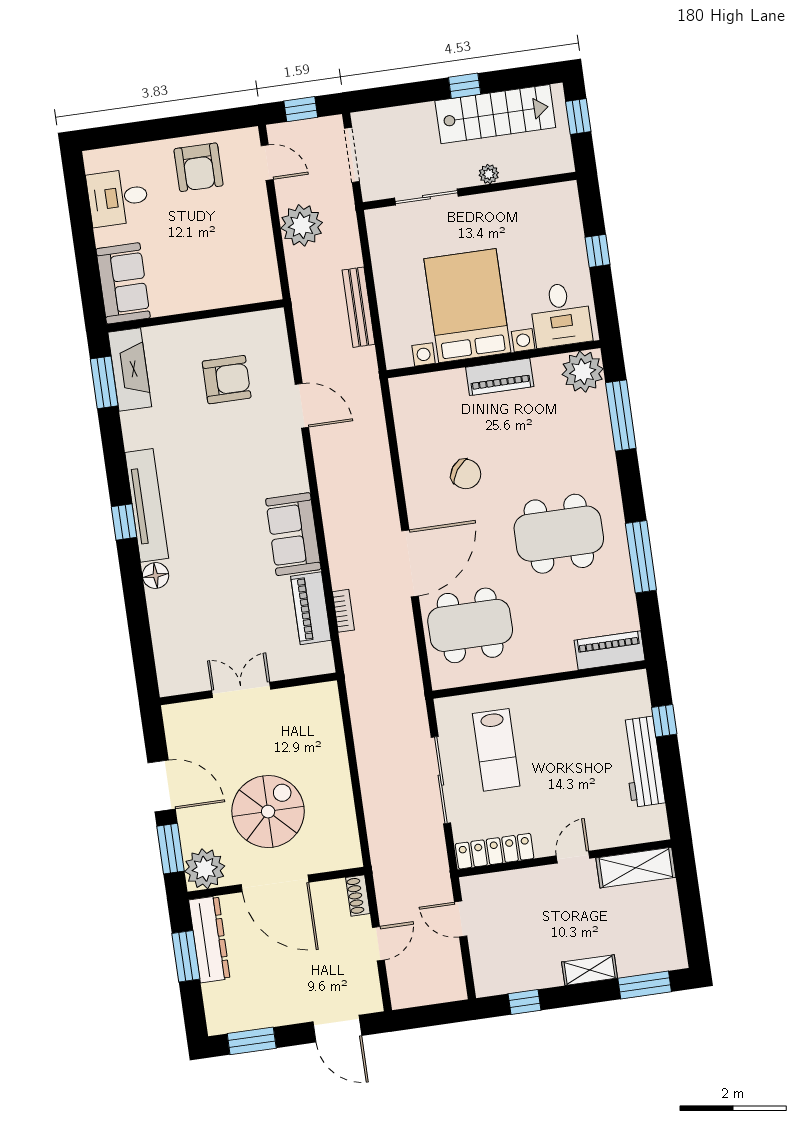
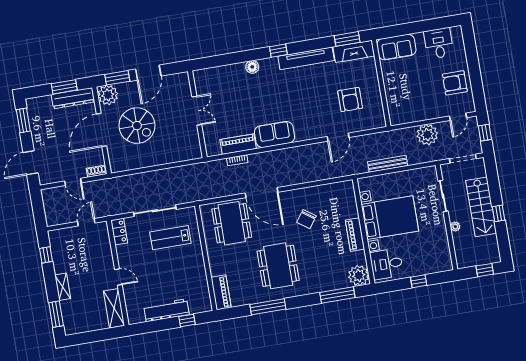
stairs: (495, 114) -> (481, 207), moved
tv unit: (147, 505) -> (306, 58), moved
locker: (495, 851) -> (119, 232), width x0.66

